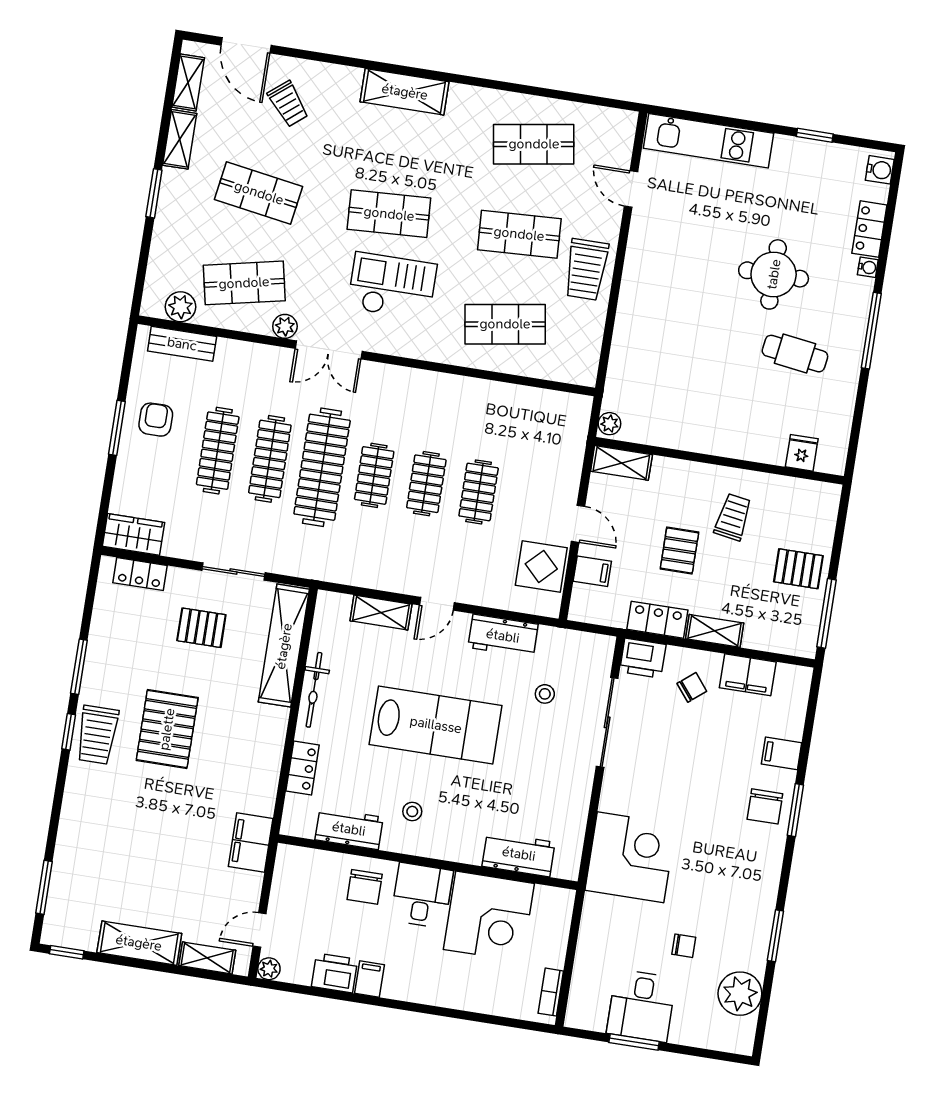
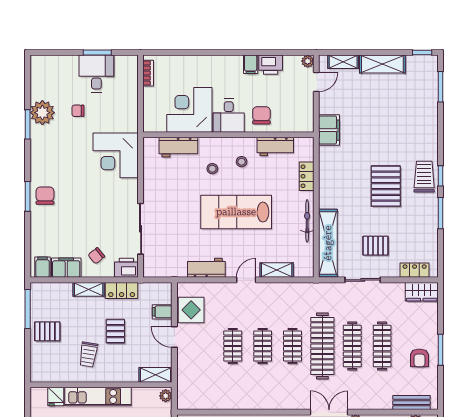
kitchen unit: (728, 441) -> (98, 396), added
stool: (545, 694) -> (212, 169), moved
filing cabinet: (782, 753) -> (42, 267), moved, turned -90
plant: (740, 994) -> (42, 113), moved

